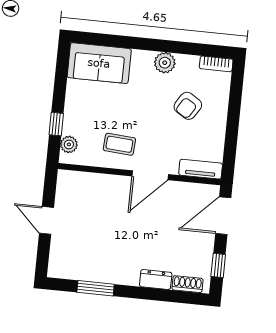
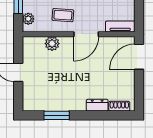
plant: (100, 184) -> (52, 44), added
window: (218, 265) -> (139, 91), removed

